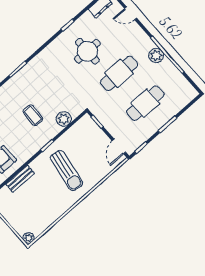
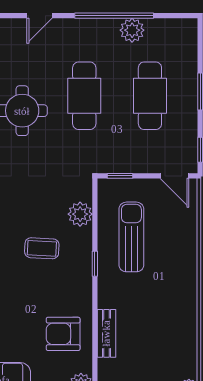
door: (131, 13) -> (40, 16), moved
plant: (156, 55) -> (132, 30), moved
sun lounger: (66, 170) -> (131, 237), moved, turned -99

